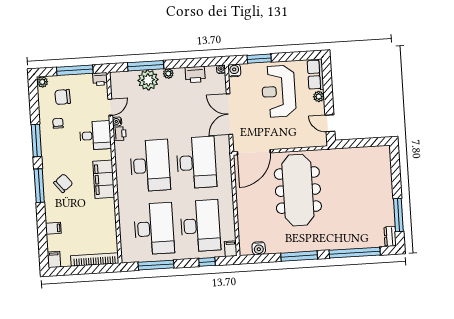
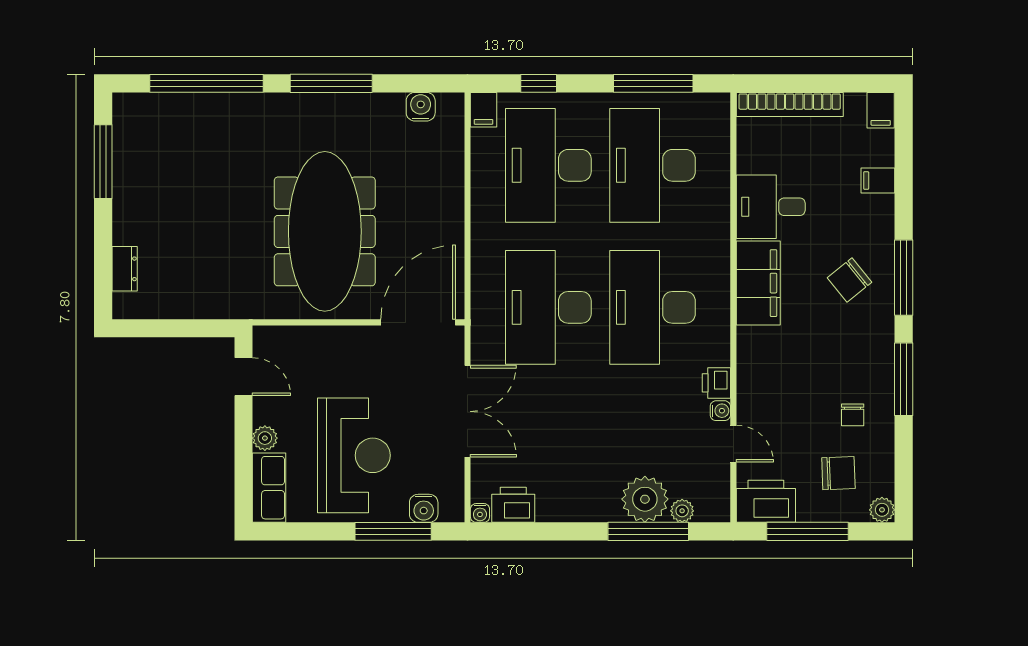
window: (259, 59) -> (393, 531), width x1.44
water cooler: (234, 70) -> (424, 508), moved
plant: (168, 74) -> (682, 511), moved
printer: (195, 75) -> (513, 505), moved
printer: (100, 79) -> (766, 501), width x1.87, depth x1.48
door: (110, 107) -> (733, 444), swing flipped
desk: (95, 135) -> (771, 207), moved
dresser: (390, 236) -> (125, 269), moved

